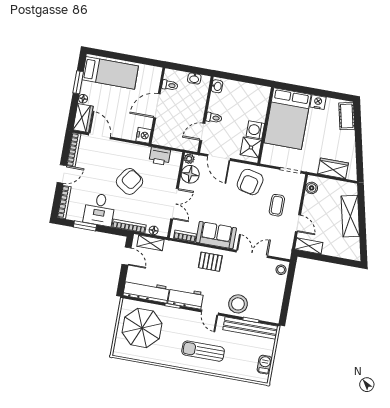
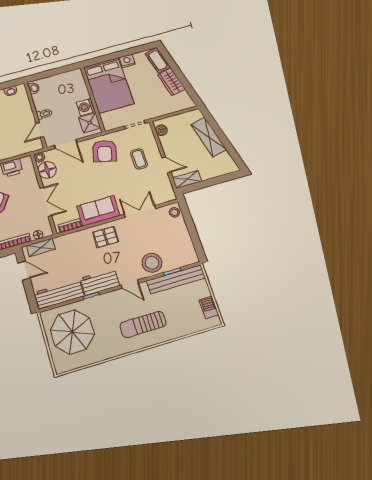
wardrobe: (333, 168) -> (171, 82), moved, turned -103

